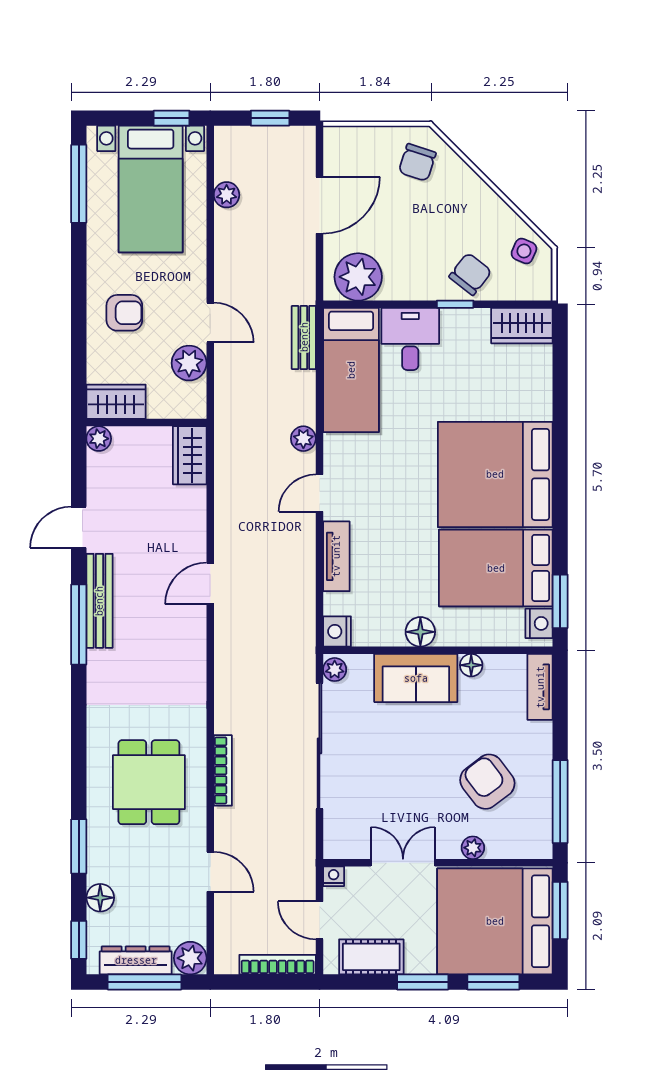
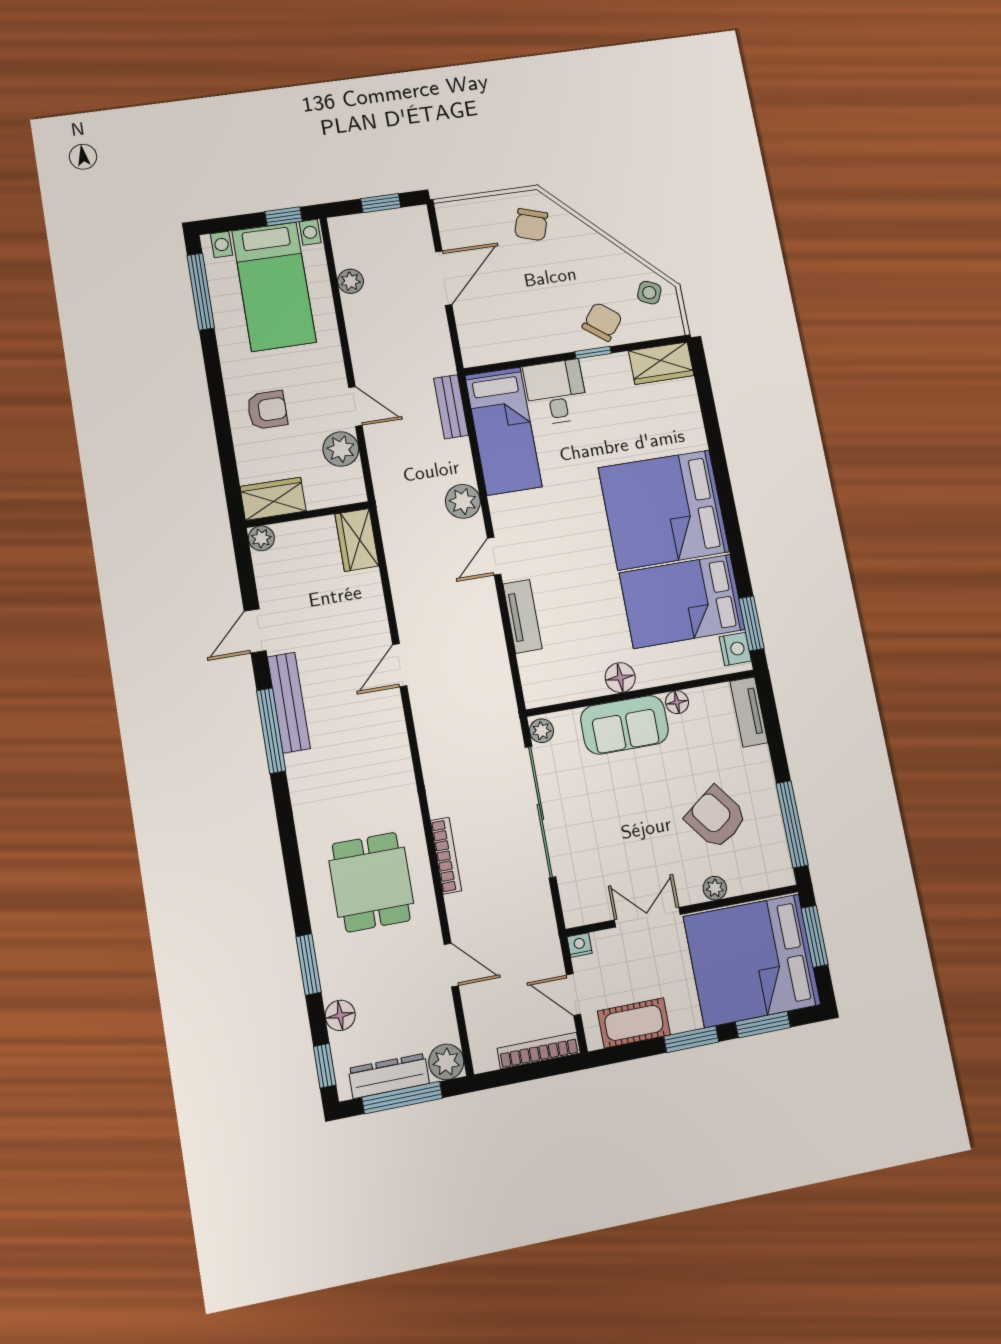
plant: (358, 277) -> (494, 341), removed
plant: (303, 439) -> (463, 501), width x1.38, depth x1.38
nightstand: (337, 631) -> (537, 692), removed

